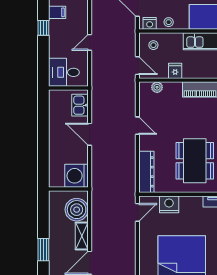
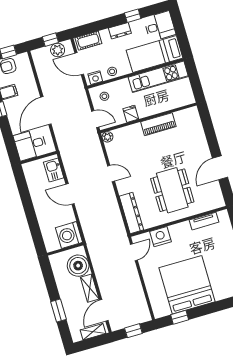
door: (90, 42) -> (46, 111), width x1.88
plant: (157, 87) -> (107, 137), moved

